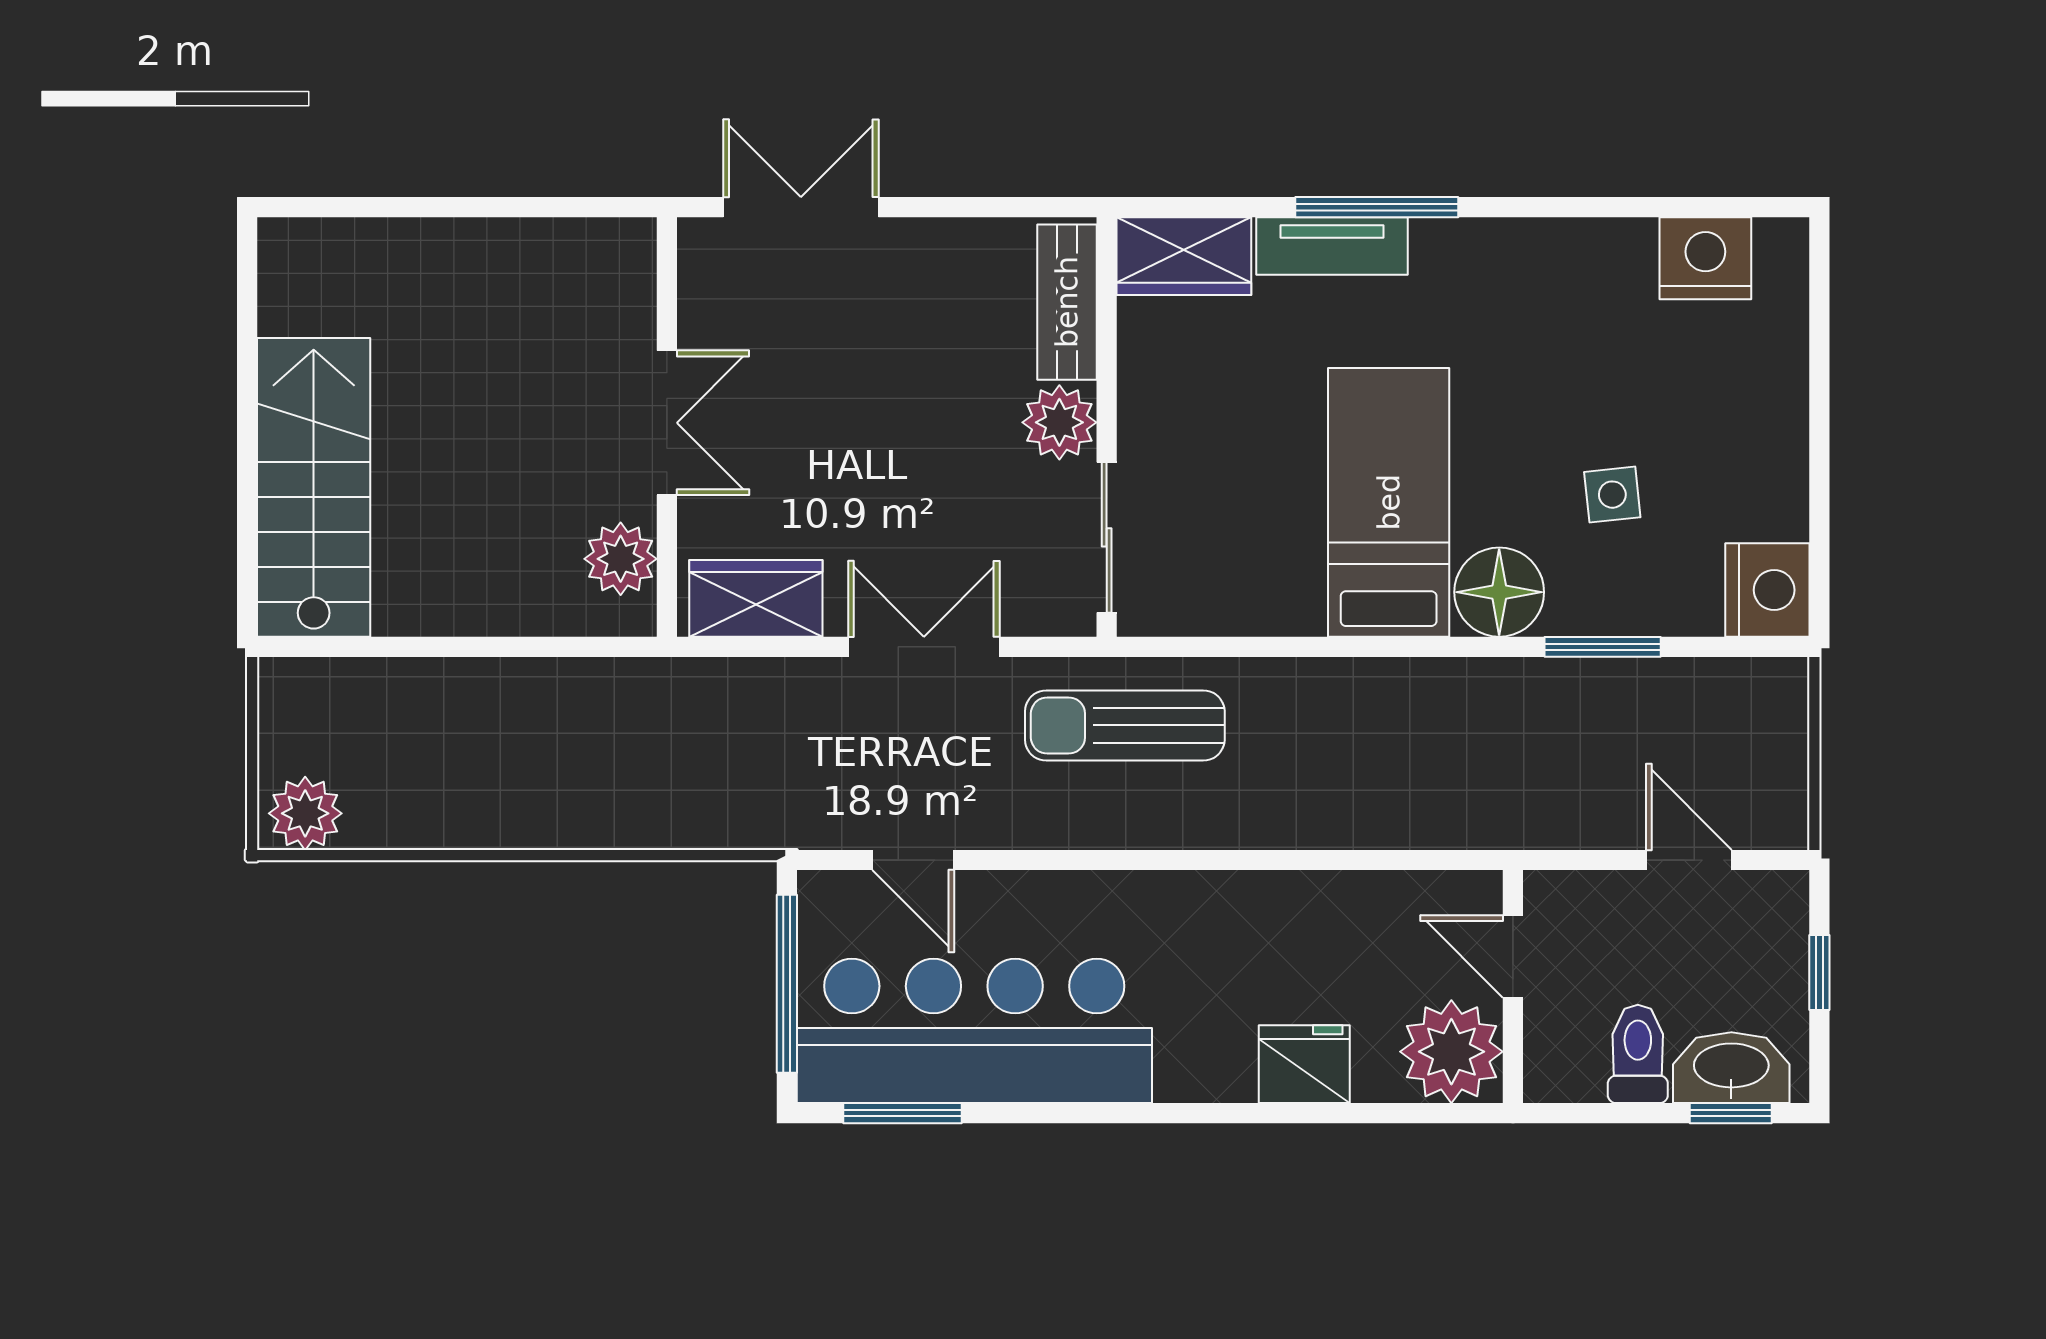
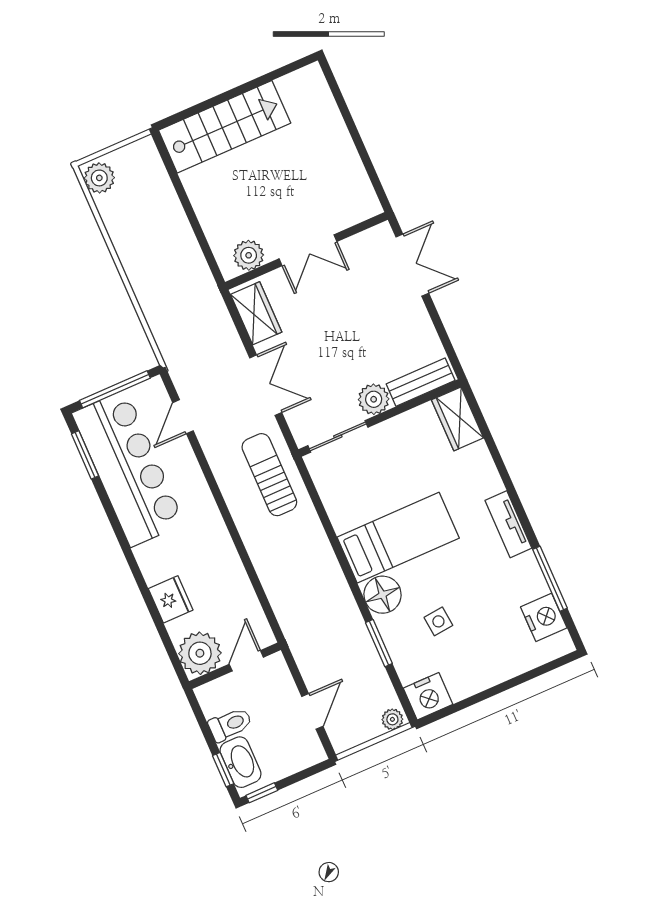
window: (1377, 207) -> (550, 579), moved
tv unit: (1332, 246) -> (508, 524), moved
plant: (1784, 691) -> (392, 719), added
window: (1819, 972) -> (262, 793), moved

